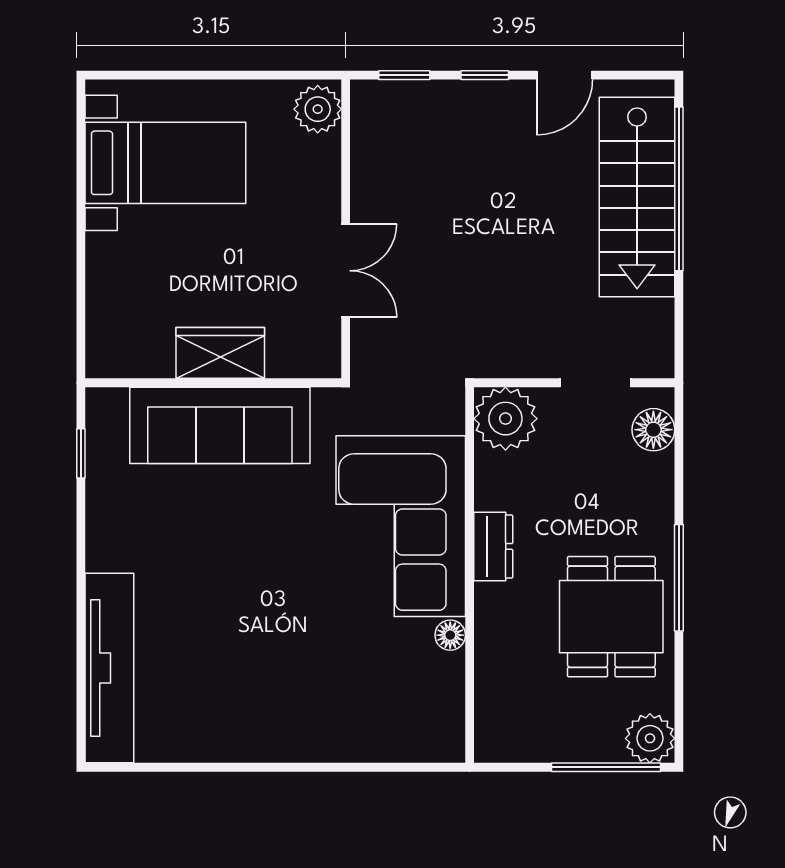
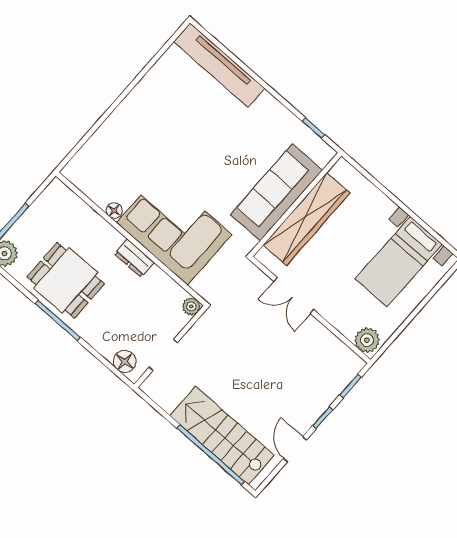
wardrobe: (220, 353) -> (307, 219), width x2.10, depth x1.17
plant: (505, 419) -> (191, 306), width x0.53, depth x0.53

